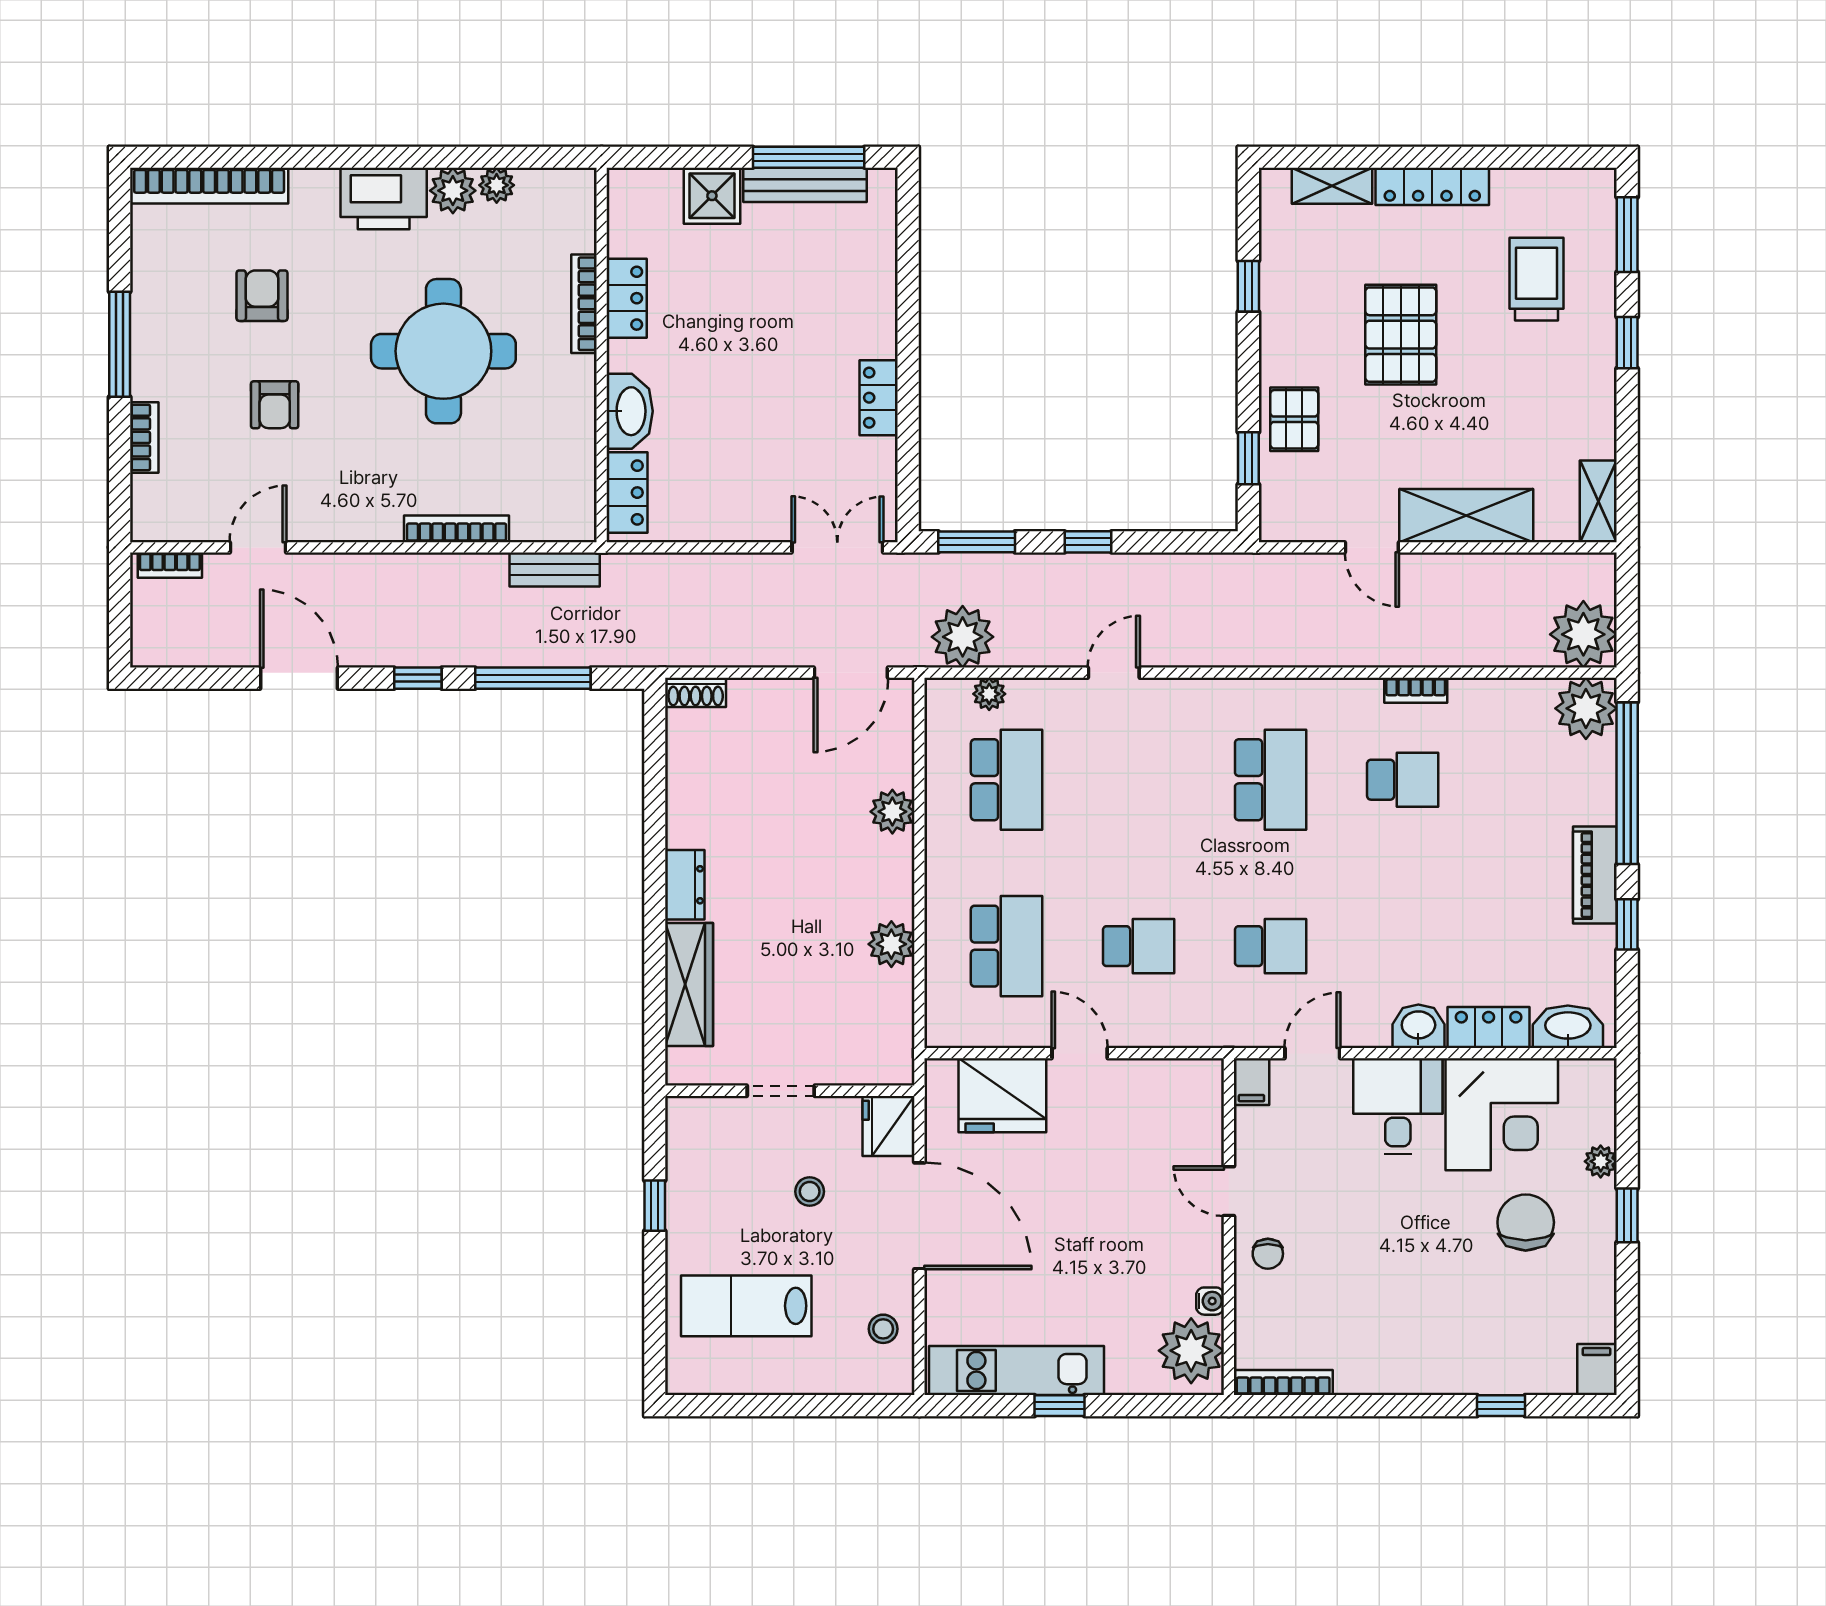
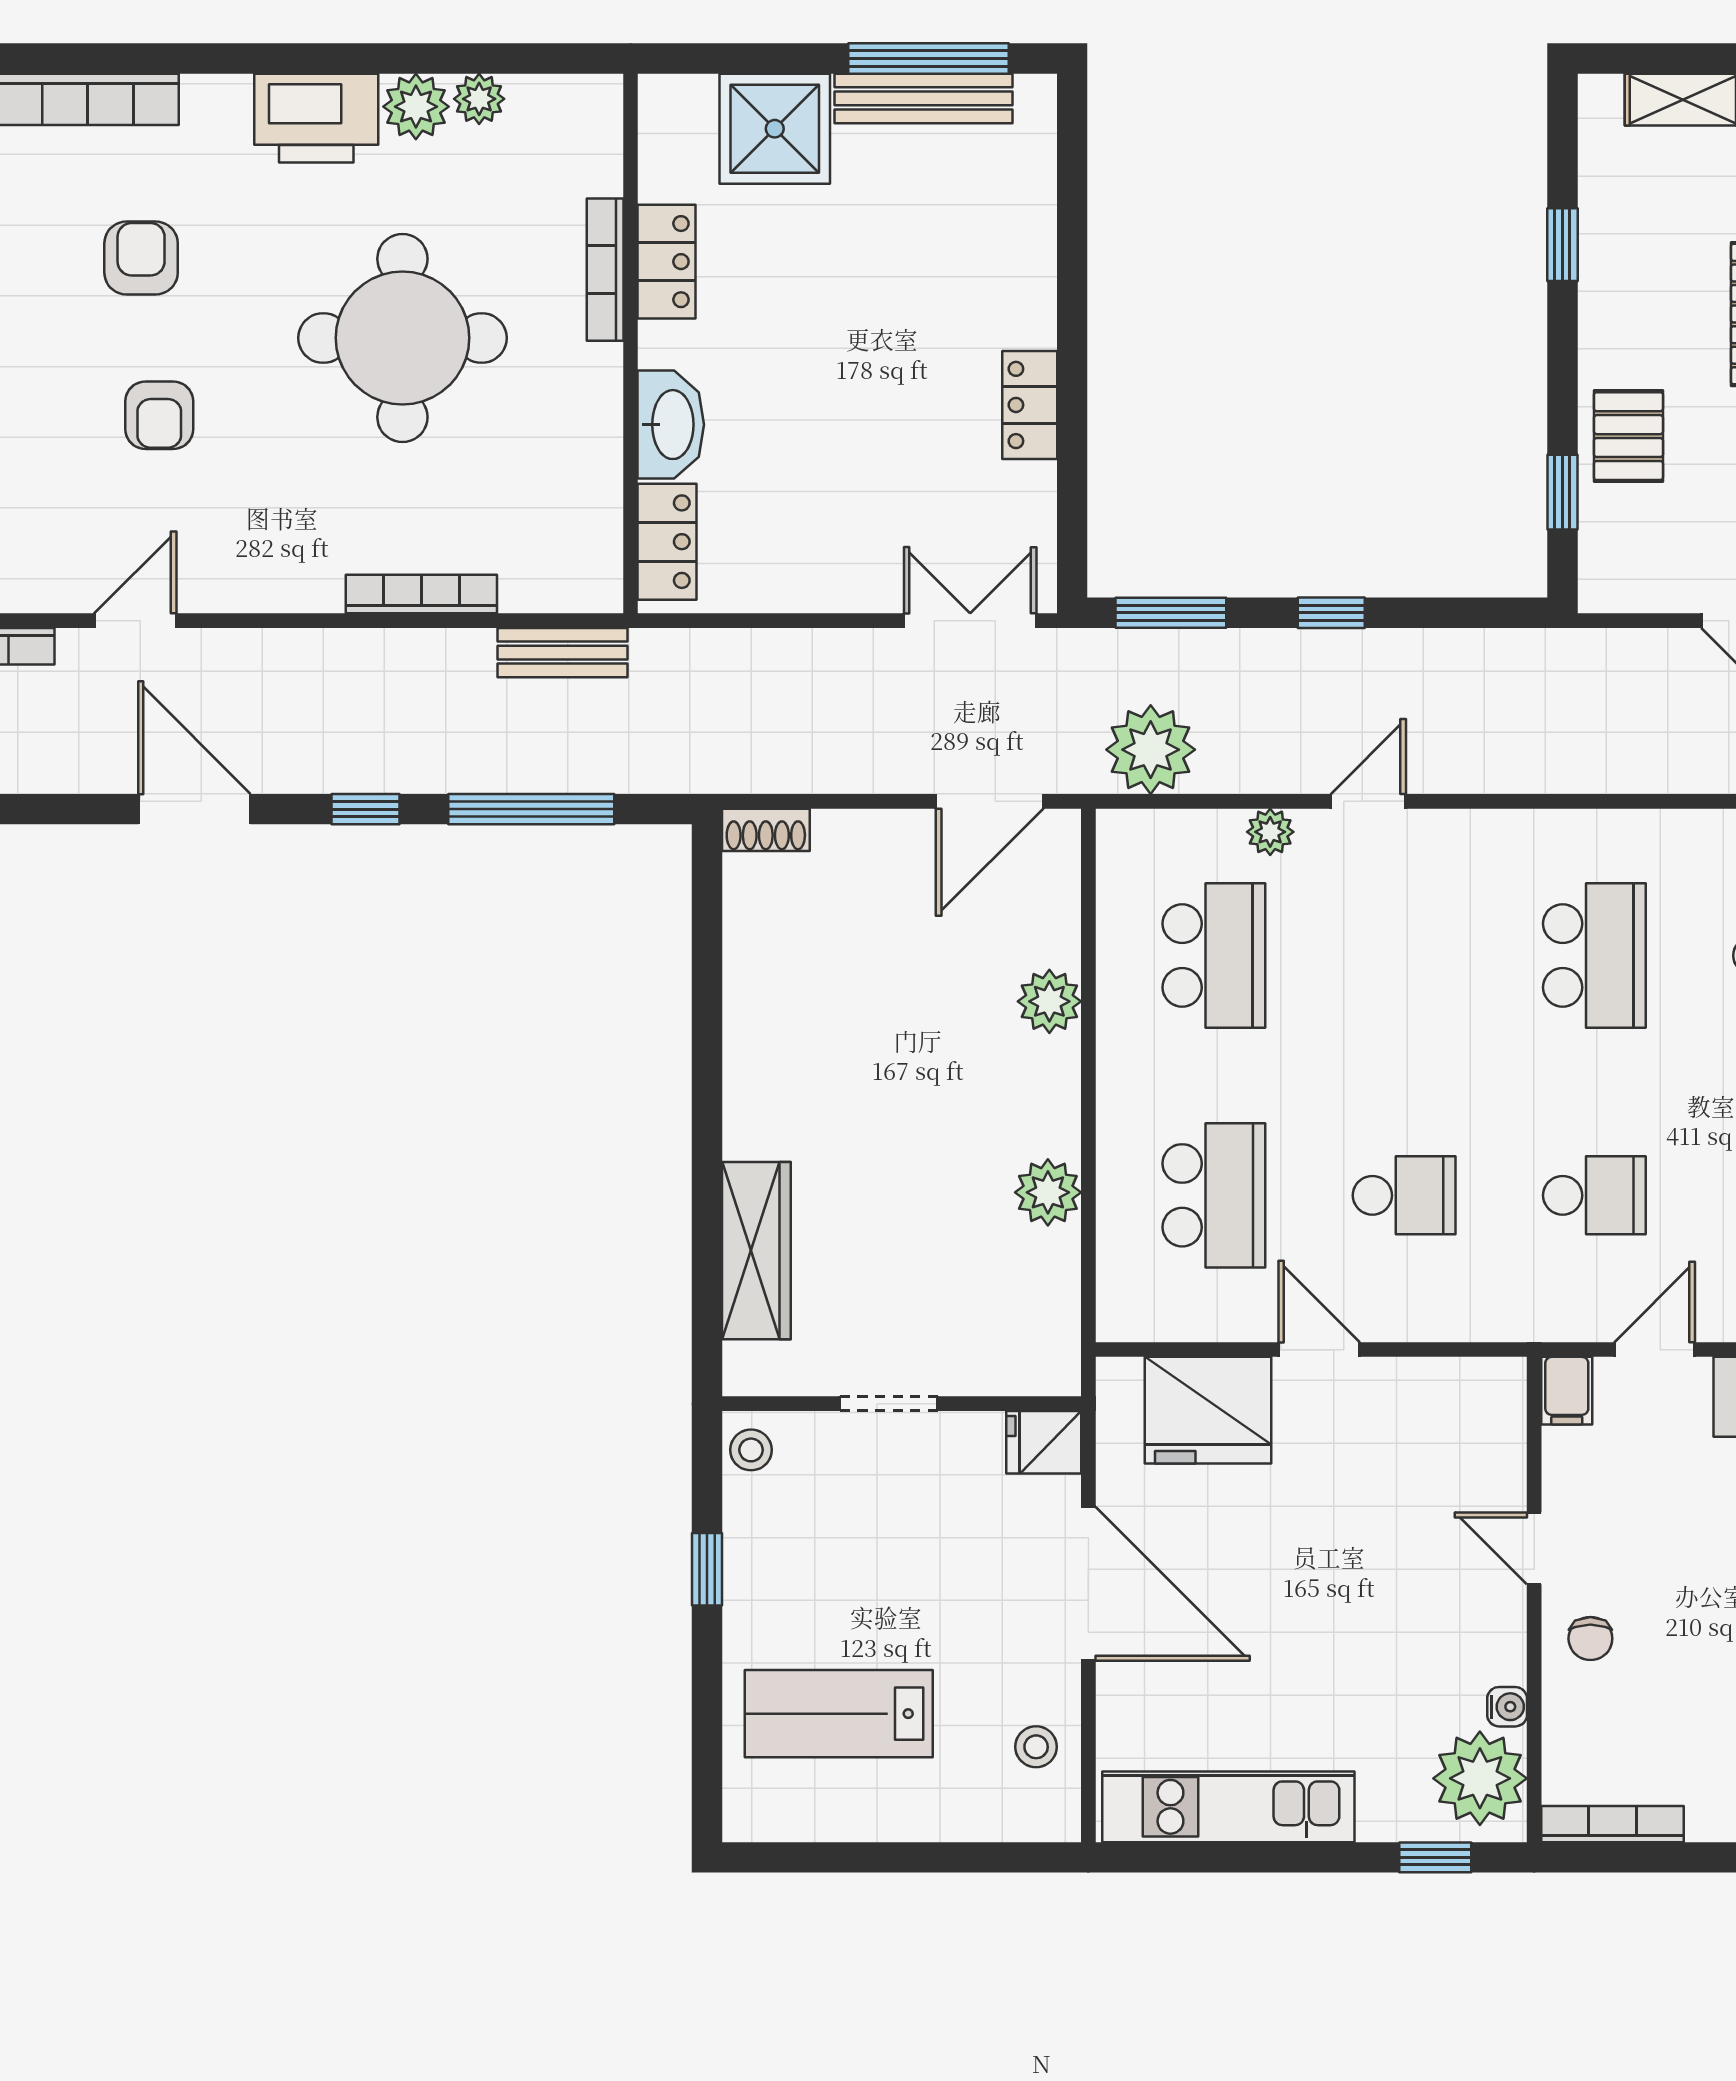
shower: (712, 196) -> (775, 129), width x1.36, depth x1.36
plant: (989, 694) -> (1270, 832), moved
dresser: (685, 885) -> (750, 1107), removed
fridge: (888, 1126) -> (1044, 1442), width x0.72
stool: (810, 1192) -> (751, 1450), moved
window: (1060, 1406) -> (1435, 1857), moved

